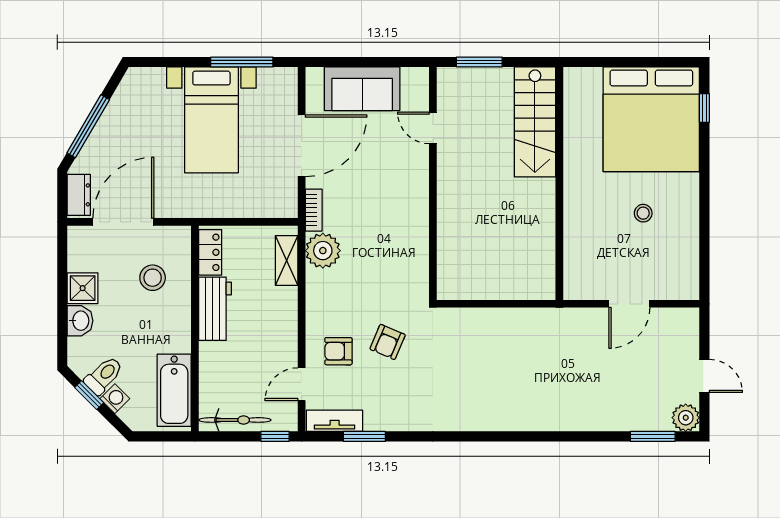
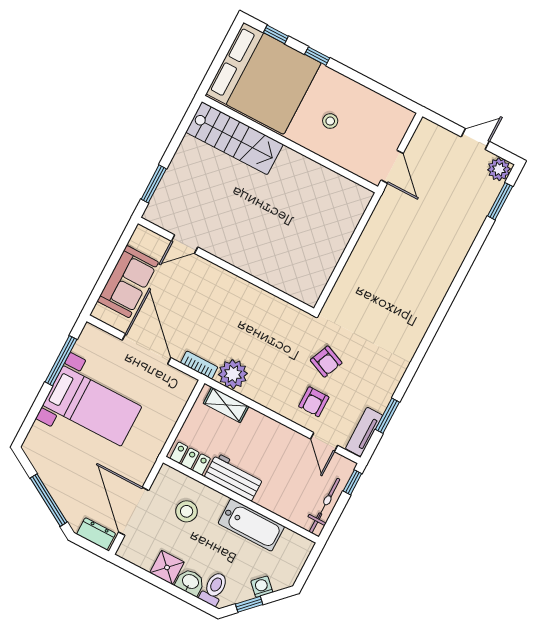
stairs: (535, 122) -> (235, 138), moved
window: (704, 164) -> (317, 56), added
wall: (559, 184) -> (290, 144), moved
toilet: (104, 375) -> (214, 589), moved, turned 45
bathtub: (174, 390) -> (251, 525), moved

